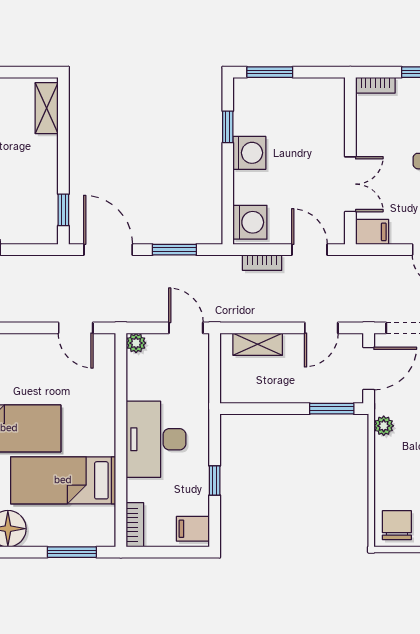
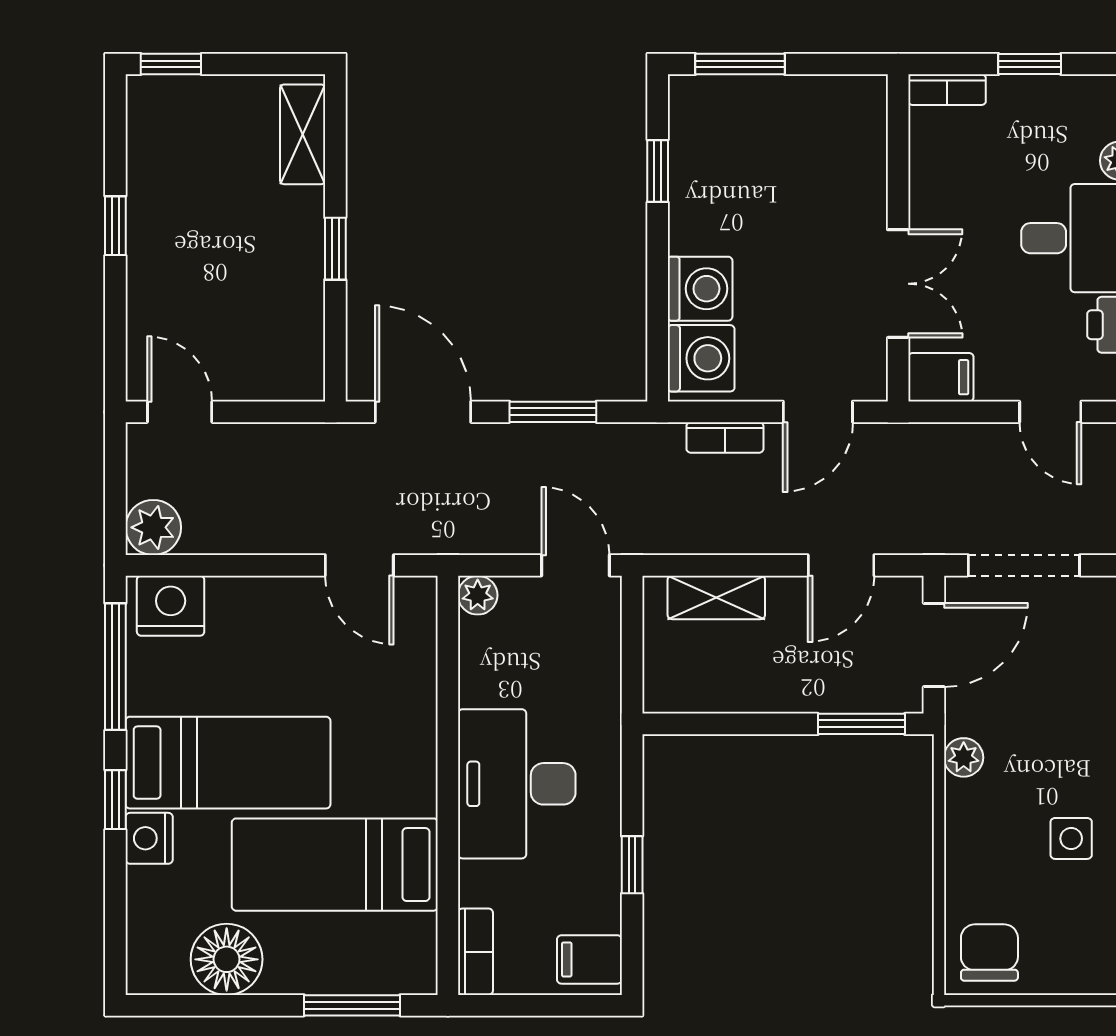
washing machine: (249, 153) -> (700, 289), moved
window: (63, 210) -> (335, 249), moved
door: (309, 250) -> (818, 412), swing flipped

